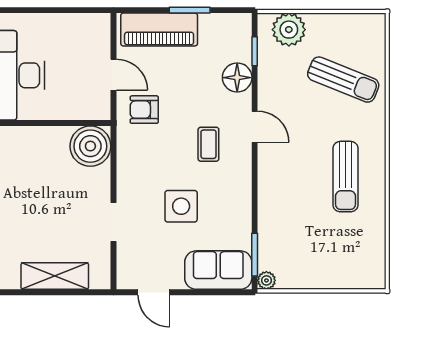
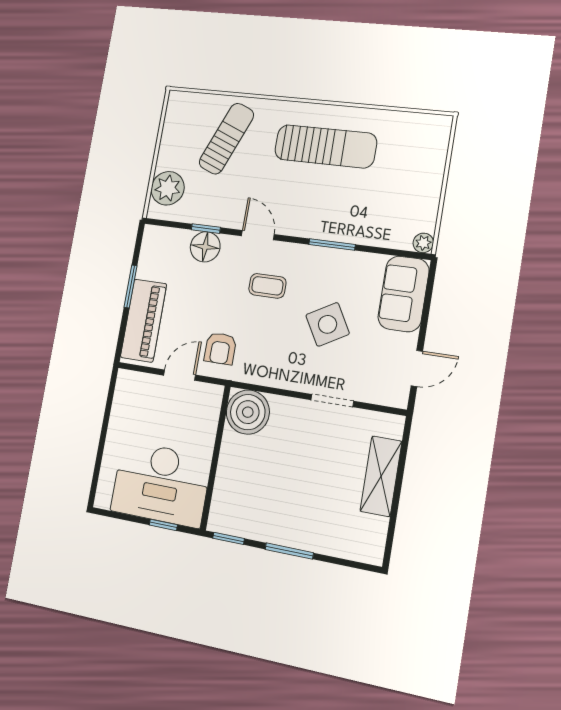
window: (255, 51) -> (206, 229), moved
door: (255, 127) -> (258, 235), hinge flipped
sun lounger: (345, 177) -> (325, 146), width x1.36, depth x1.34
side table: (181, 206) -> (328, 324), turned -30
window: (255, 255) -> (332, 244), moved

